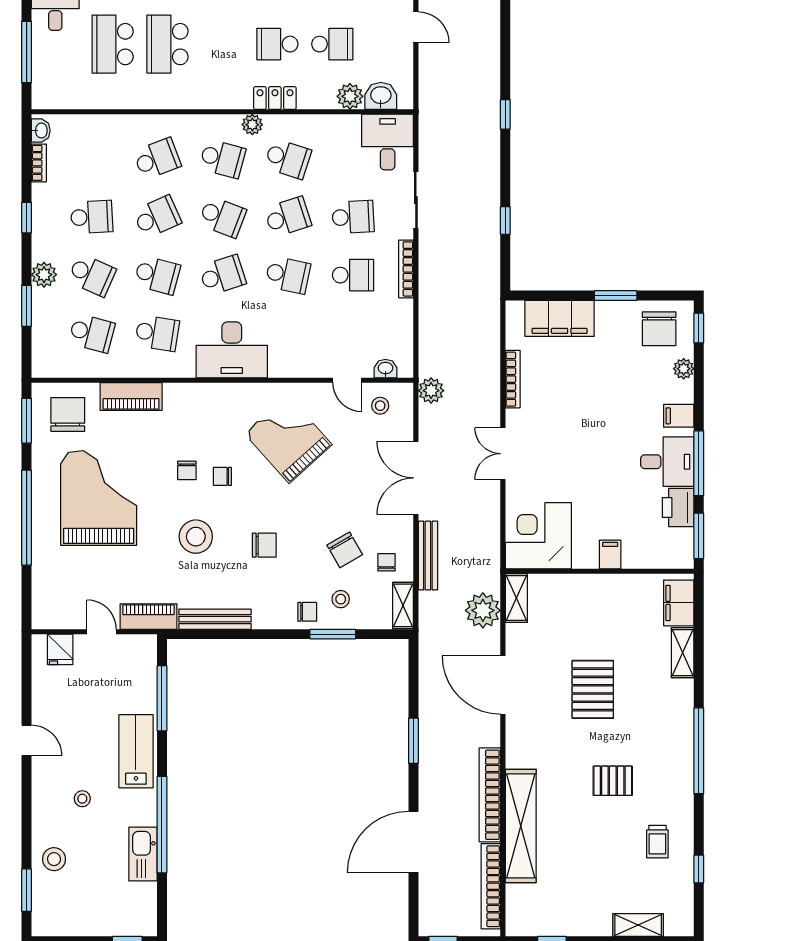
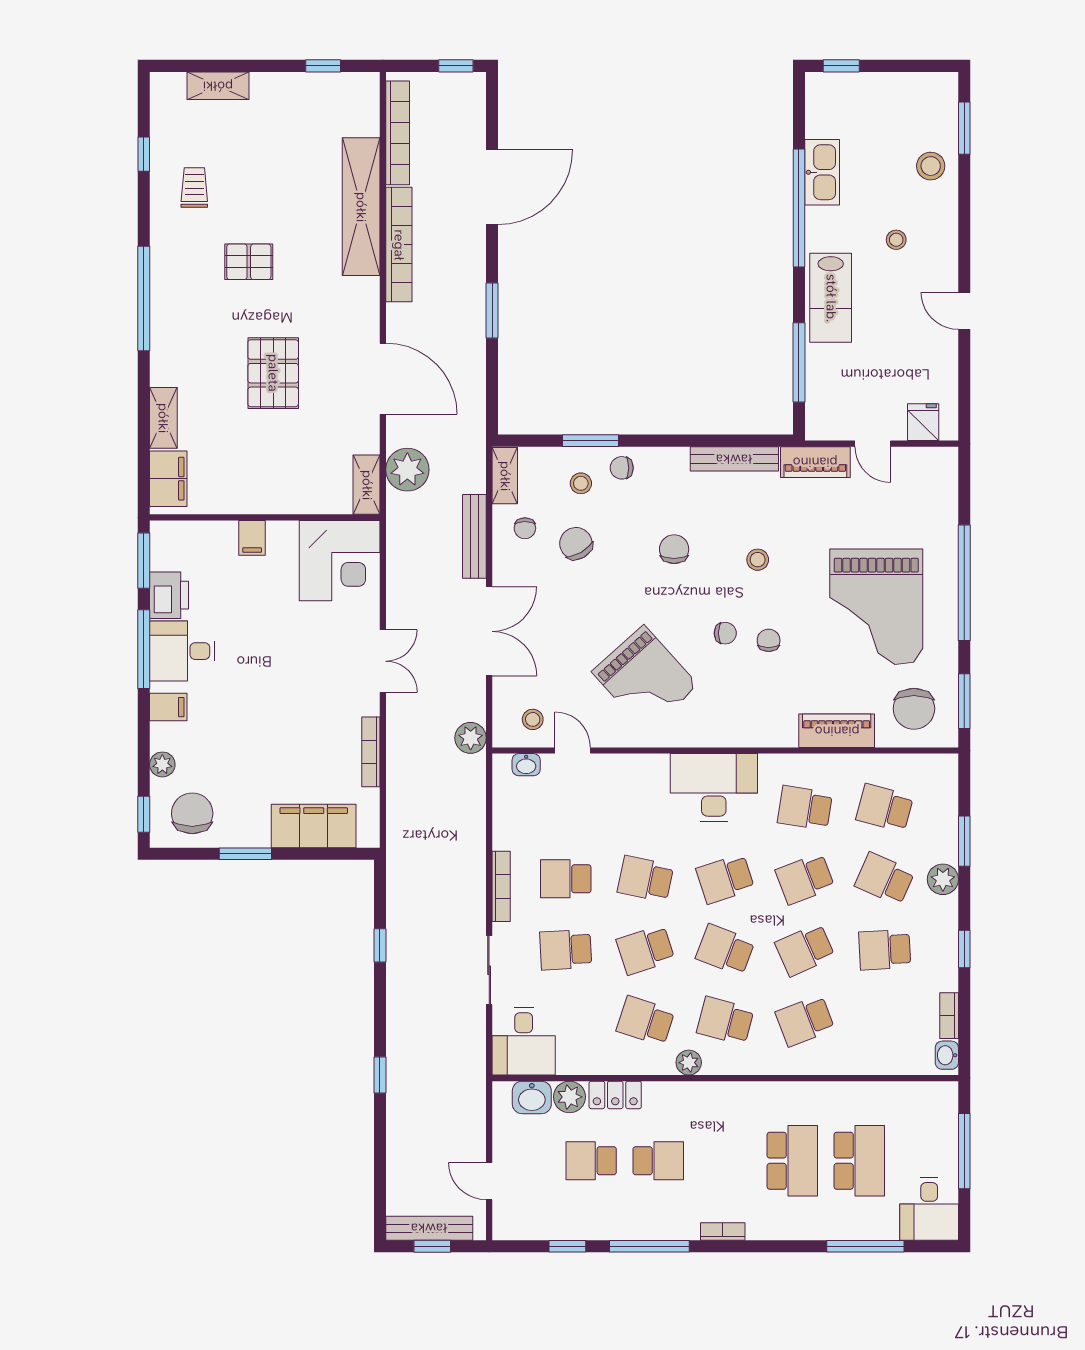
locker: (275, 98) -> (615, 1095), moved
school desk: (157, 275) -> (805, 879), turned -36
stool: (196, 537) -> (758, 560), width x0.53, depth x0.53
chair: (264, 545) -> (674, 549), turned 90

